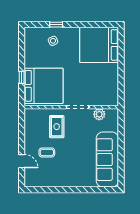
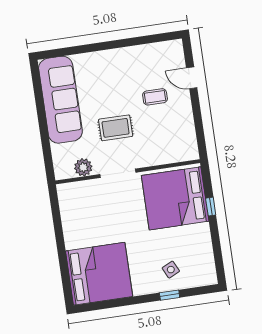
rug: (57, 127) -> (116, 128), moved, turned 90

